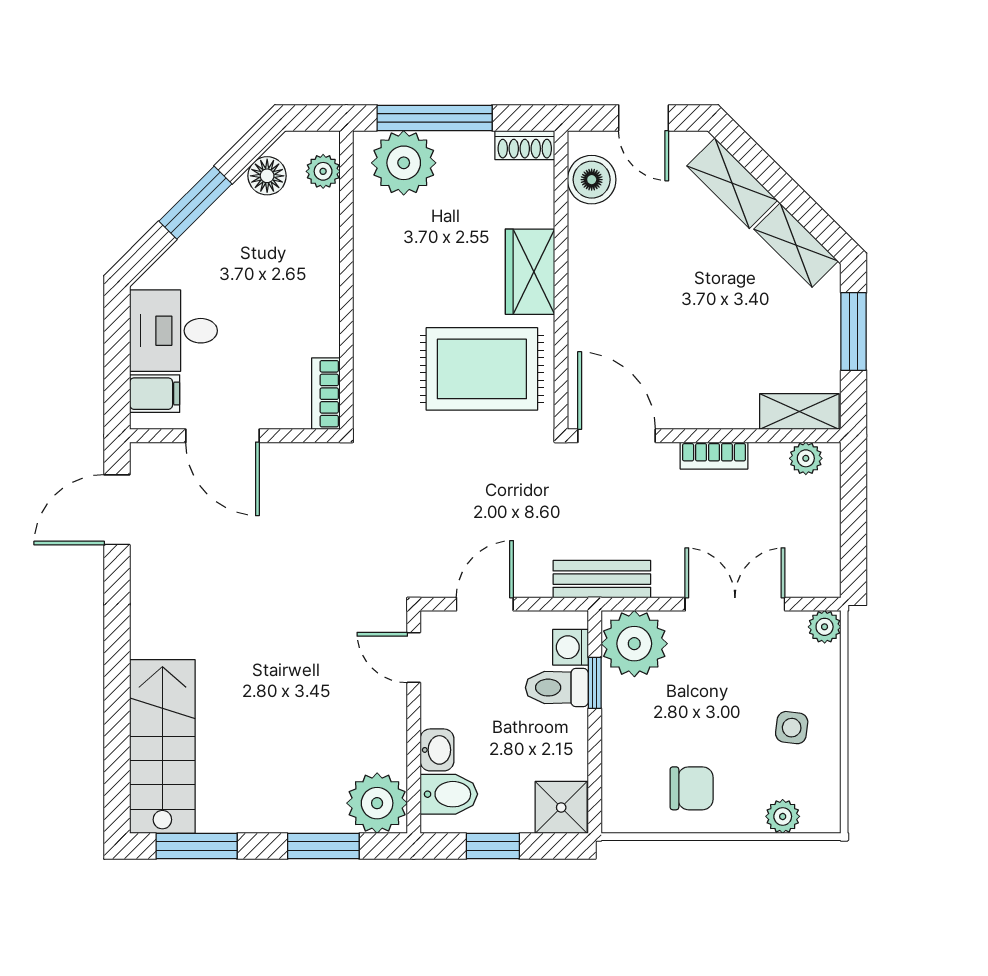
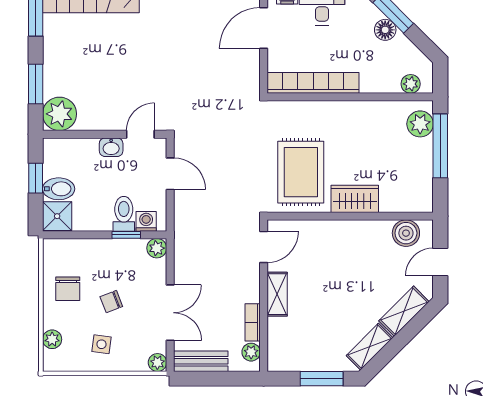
shoe rack: (525, 145) -> (425, 196), removed
plant: (404, 163) -> (420, 124), width x0.73, depth x0.73
floor lamp: (267, 176) -> (385, 30), moved
bookcase: (326, 394) -> (313, 83), width x2.31, depth x1.31
shelving: (799, 412) -> (277, 294), moved
door: (617, 436) -> (264, 247), width x0.73
bookcase: (714, 456) -> (253, 322), moved
bench: (602, 579) -> (201, 361), moved, turned 90
plant: (634, 644) -> (157, 248), width x0.53, depth x0.53
chair: (715, 710) -> (111, 302), added
washbasin: (437, 750) -> (111, 147), moved
bidet: (449, 794) -> (59, 189), moved, turned -90

